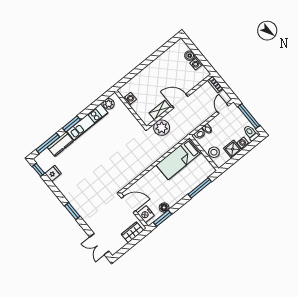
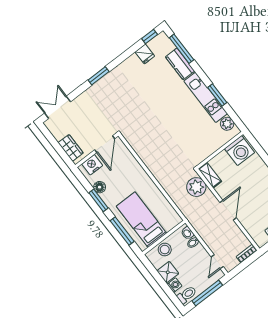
washing machine: (130, 99) -> (240, 151), width x1.89, depth x1.89
door: (223, 109) -> (217, 262), swing flipped
shelving: (160, 110) -> (210, 175), moved
window: (71, 124) -> (217, 95), moved
bed: (179, 159) -> (141, 220), moved
window: (163, 218) -> (98, 200), moved

